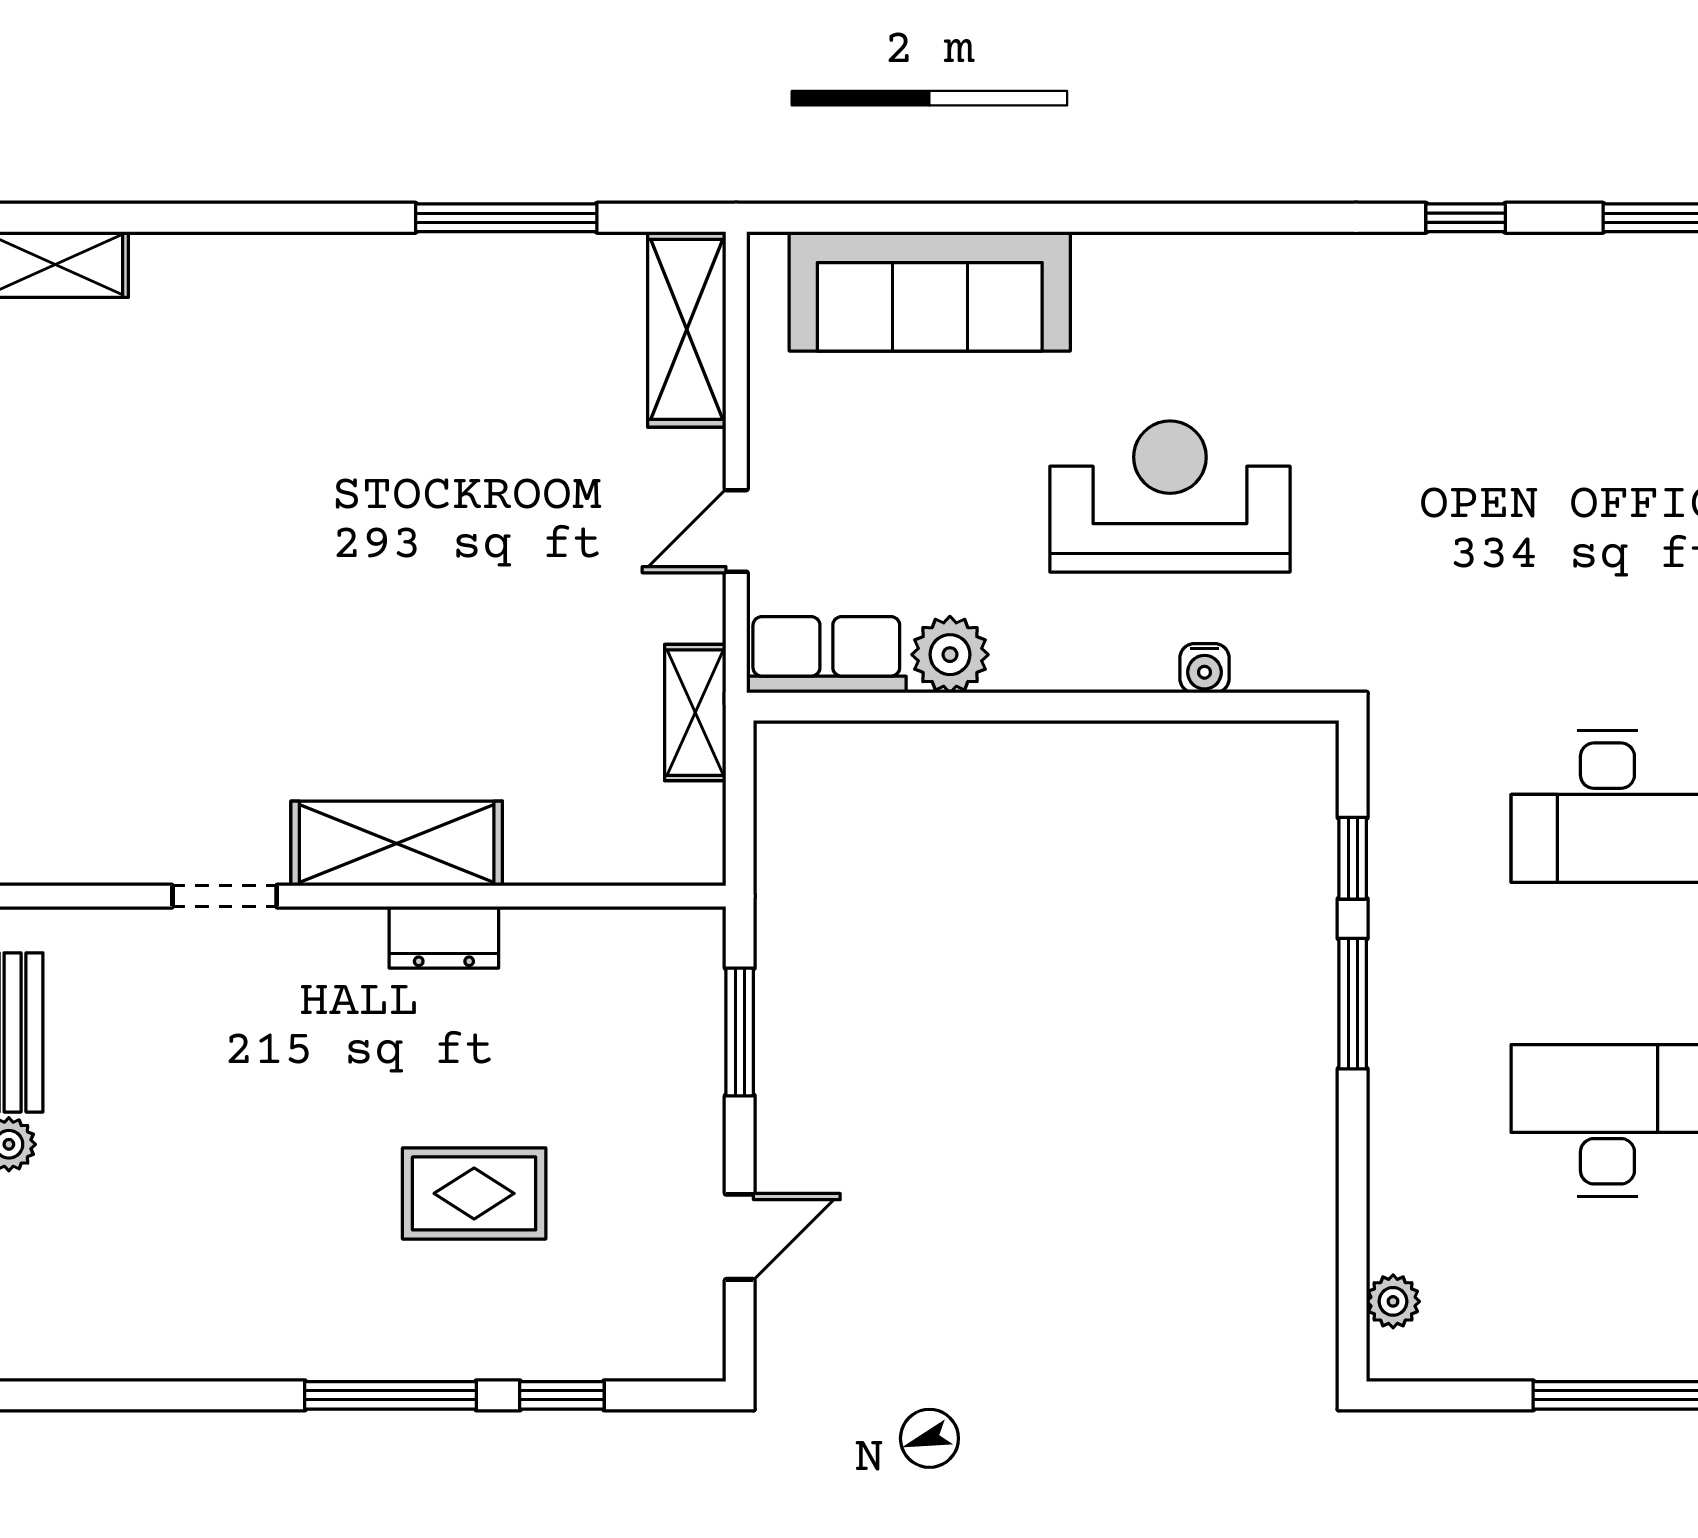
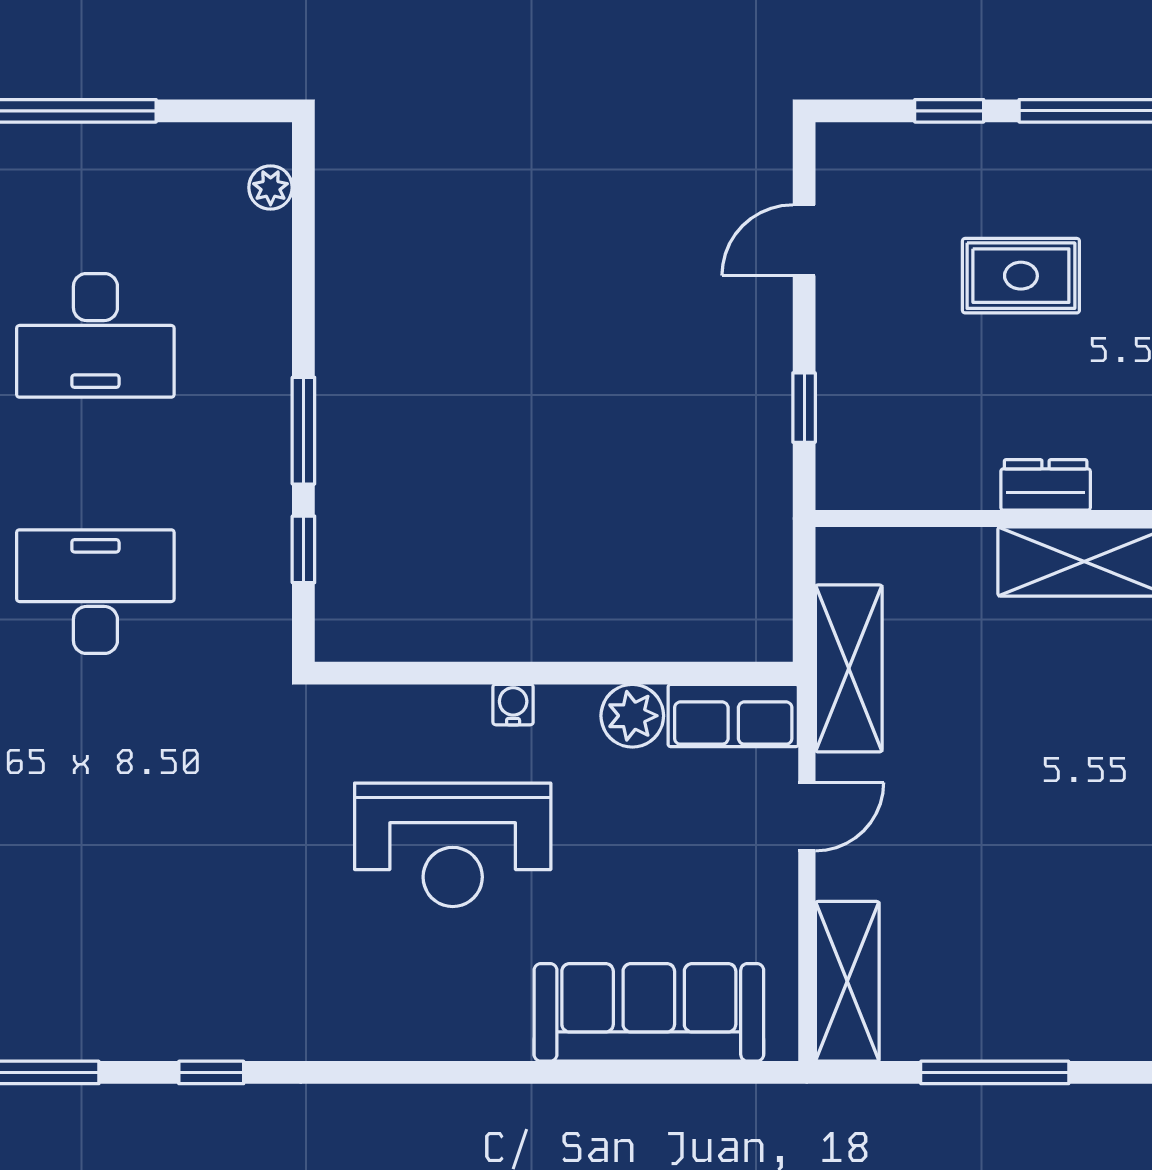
water cooler: (1205, 668) -> (513, 705), moved
shelving: (695, 713) -> (849, 668), width x1.50, depth x1.33
window: (740, 1032) -> (804, 408), width x0.67

